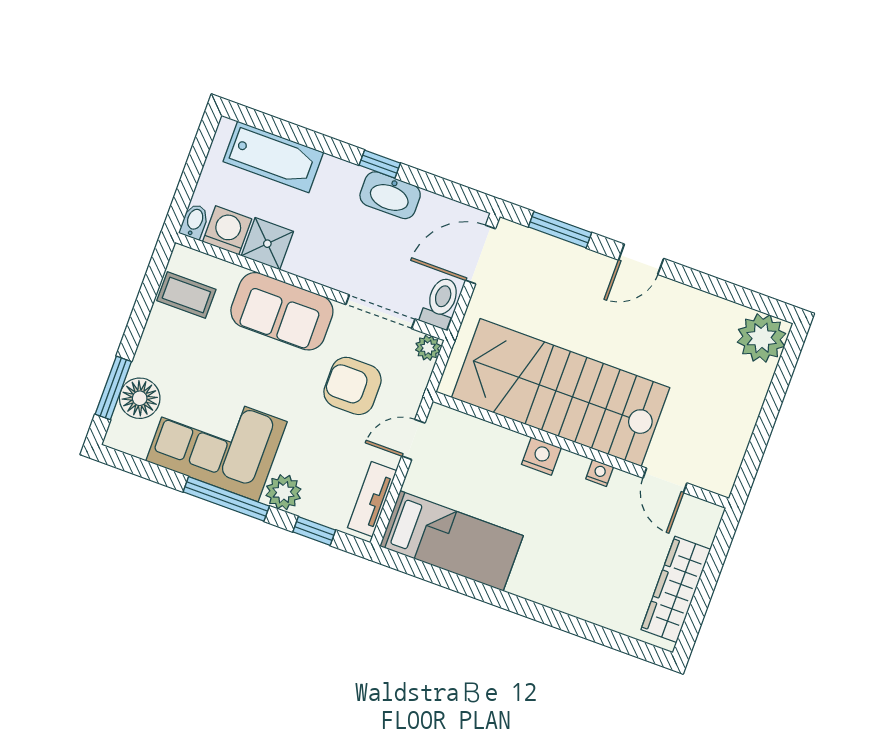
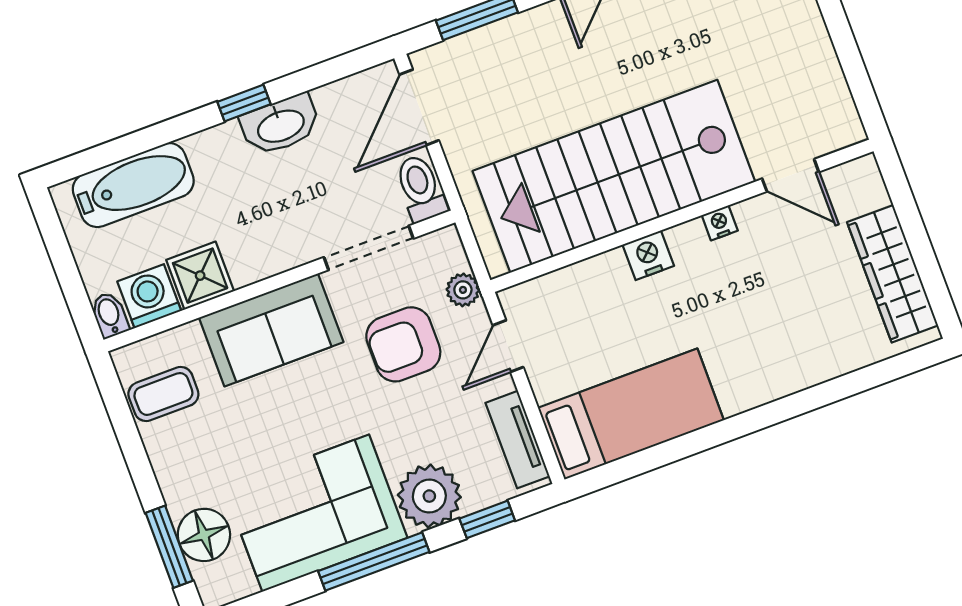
plant: (428, 348) -> (463, 290), moved
plant: (283, 492) -> (429, 496), width x1.36, depth x1.36

